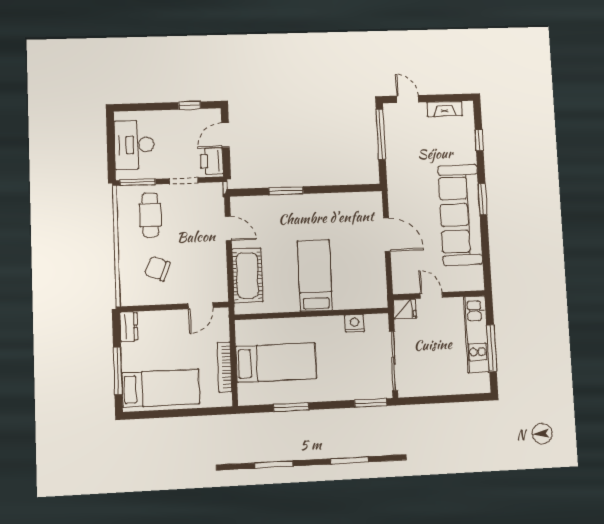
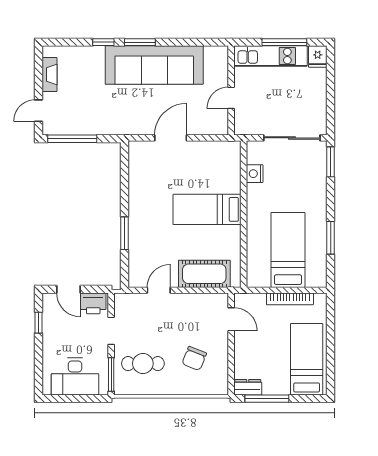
window: (479, 140) -> (103, 42), moved
fridge: (405, 309) -> (318, 56), moved, turned 180
window: (118, 371) -> (267, 399), moved

